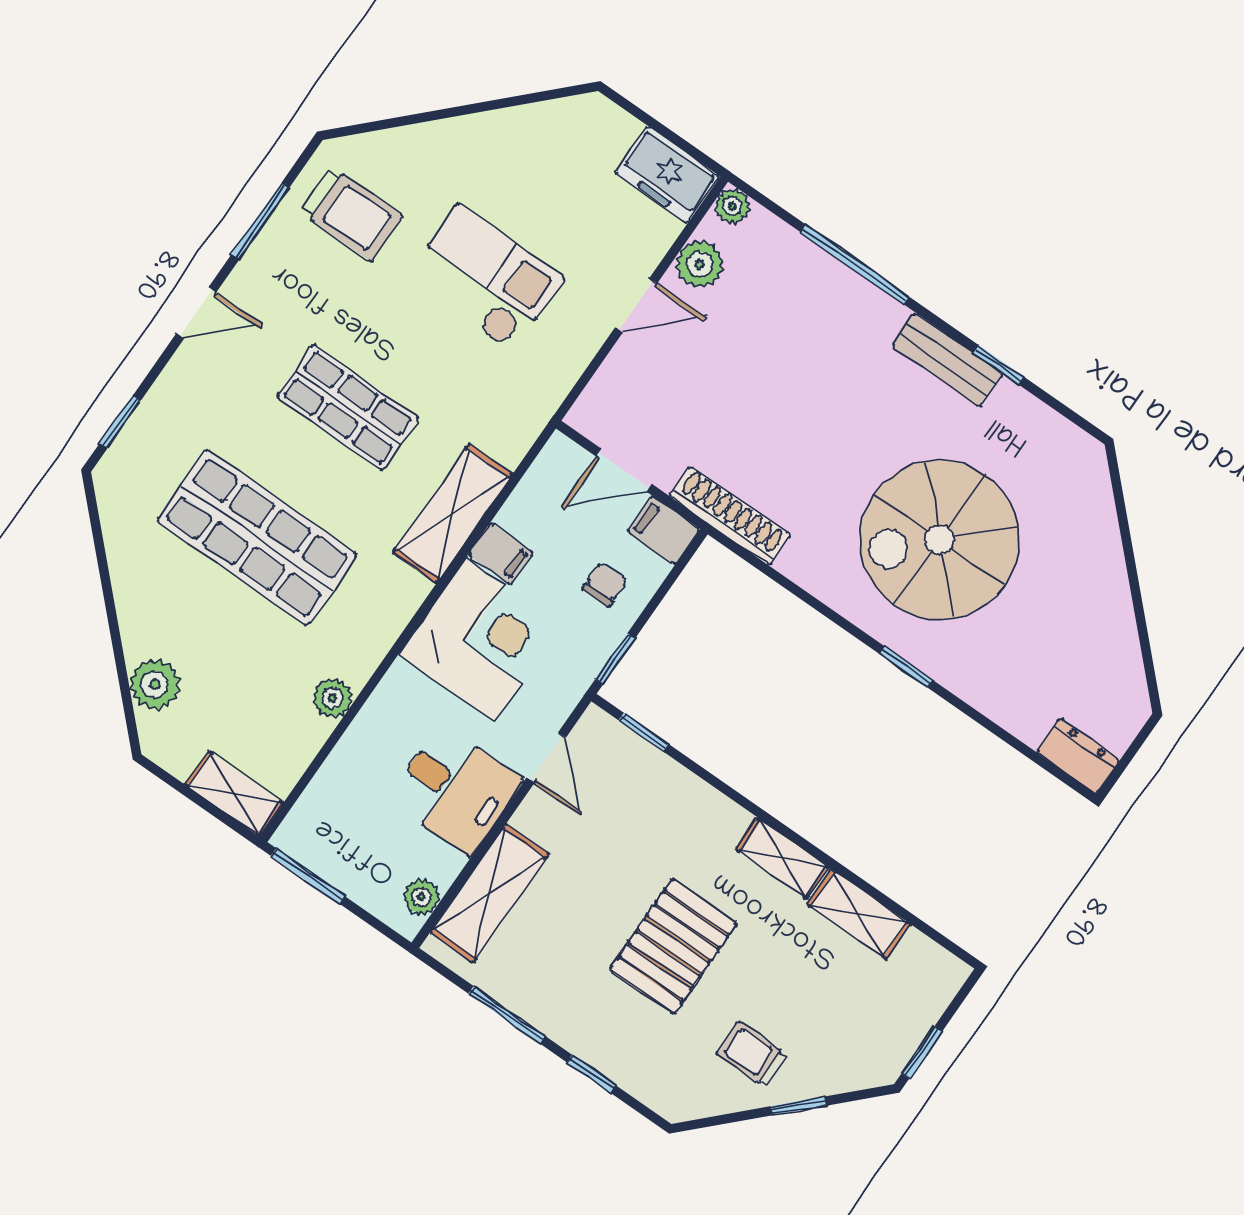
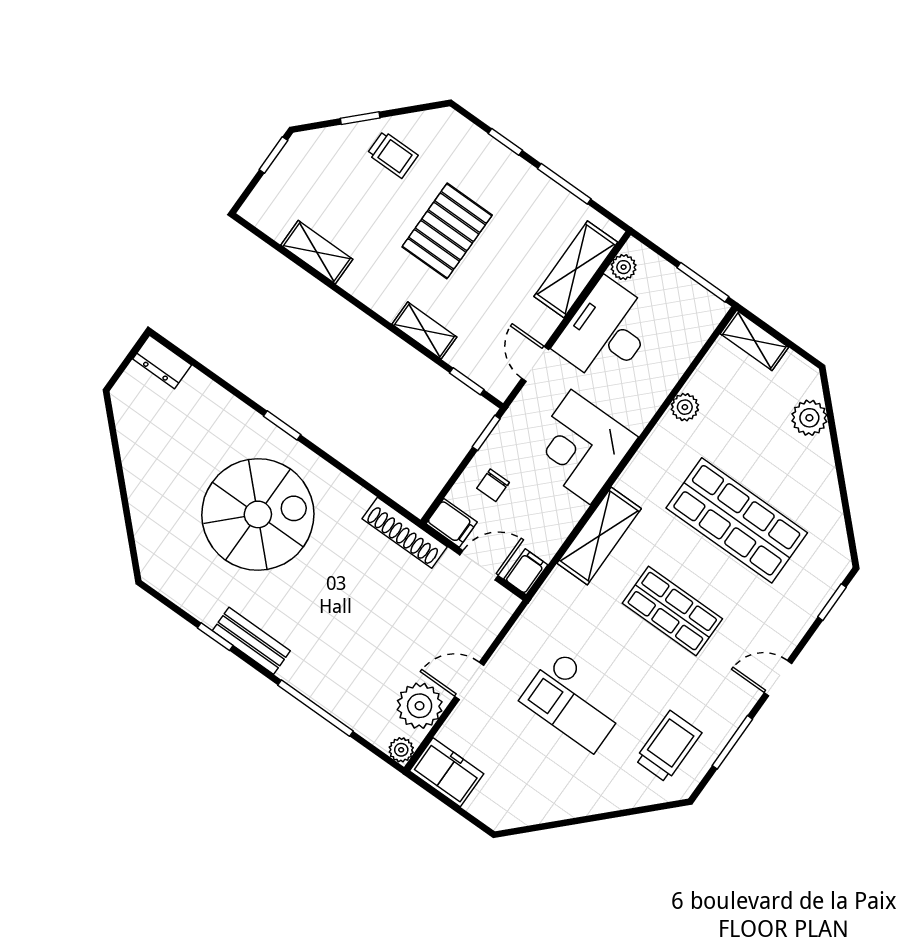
trolley: (352, 214) -> (668, 746), turned 90
plant: (700, 264) -> (420, 706), width x1.36, depth x1.36
filing cabinet: (501, 553) -> (526, 572), moved, turned 90
desk: (455, 790) -> (606, 332), width x1.37
shelving: (783, 858) -> (424, 331), moved

